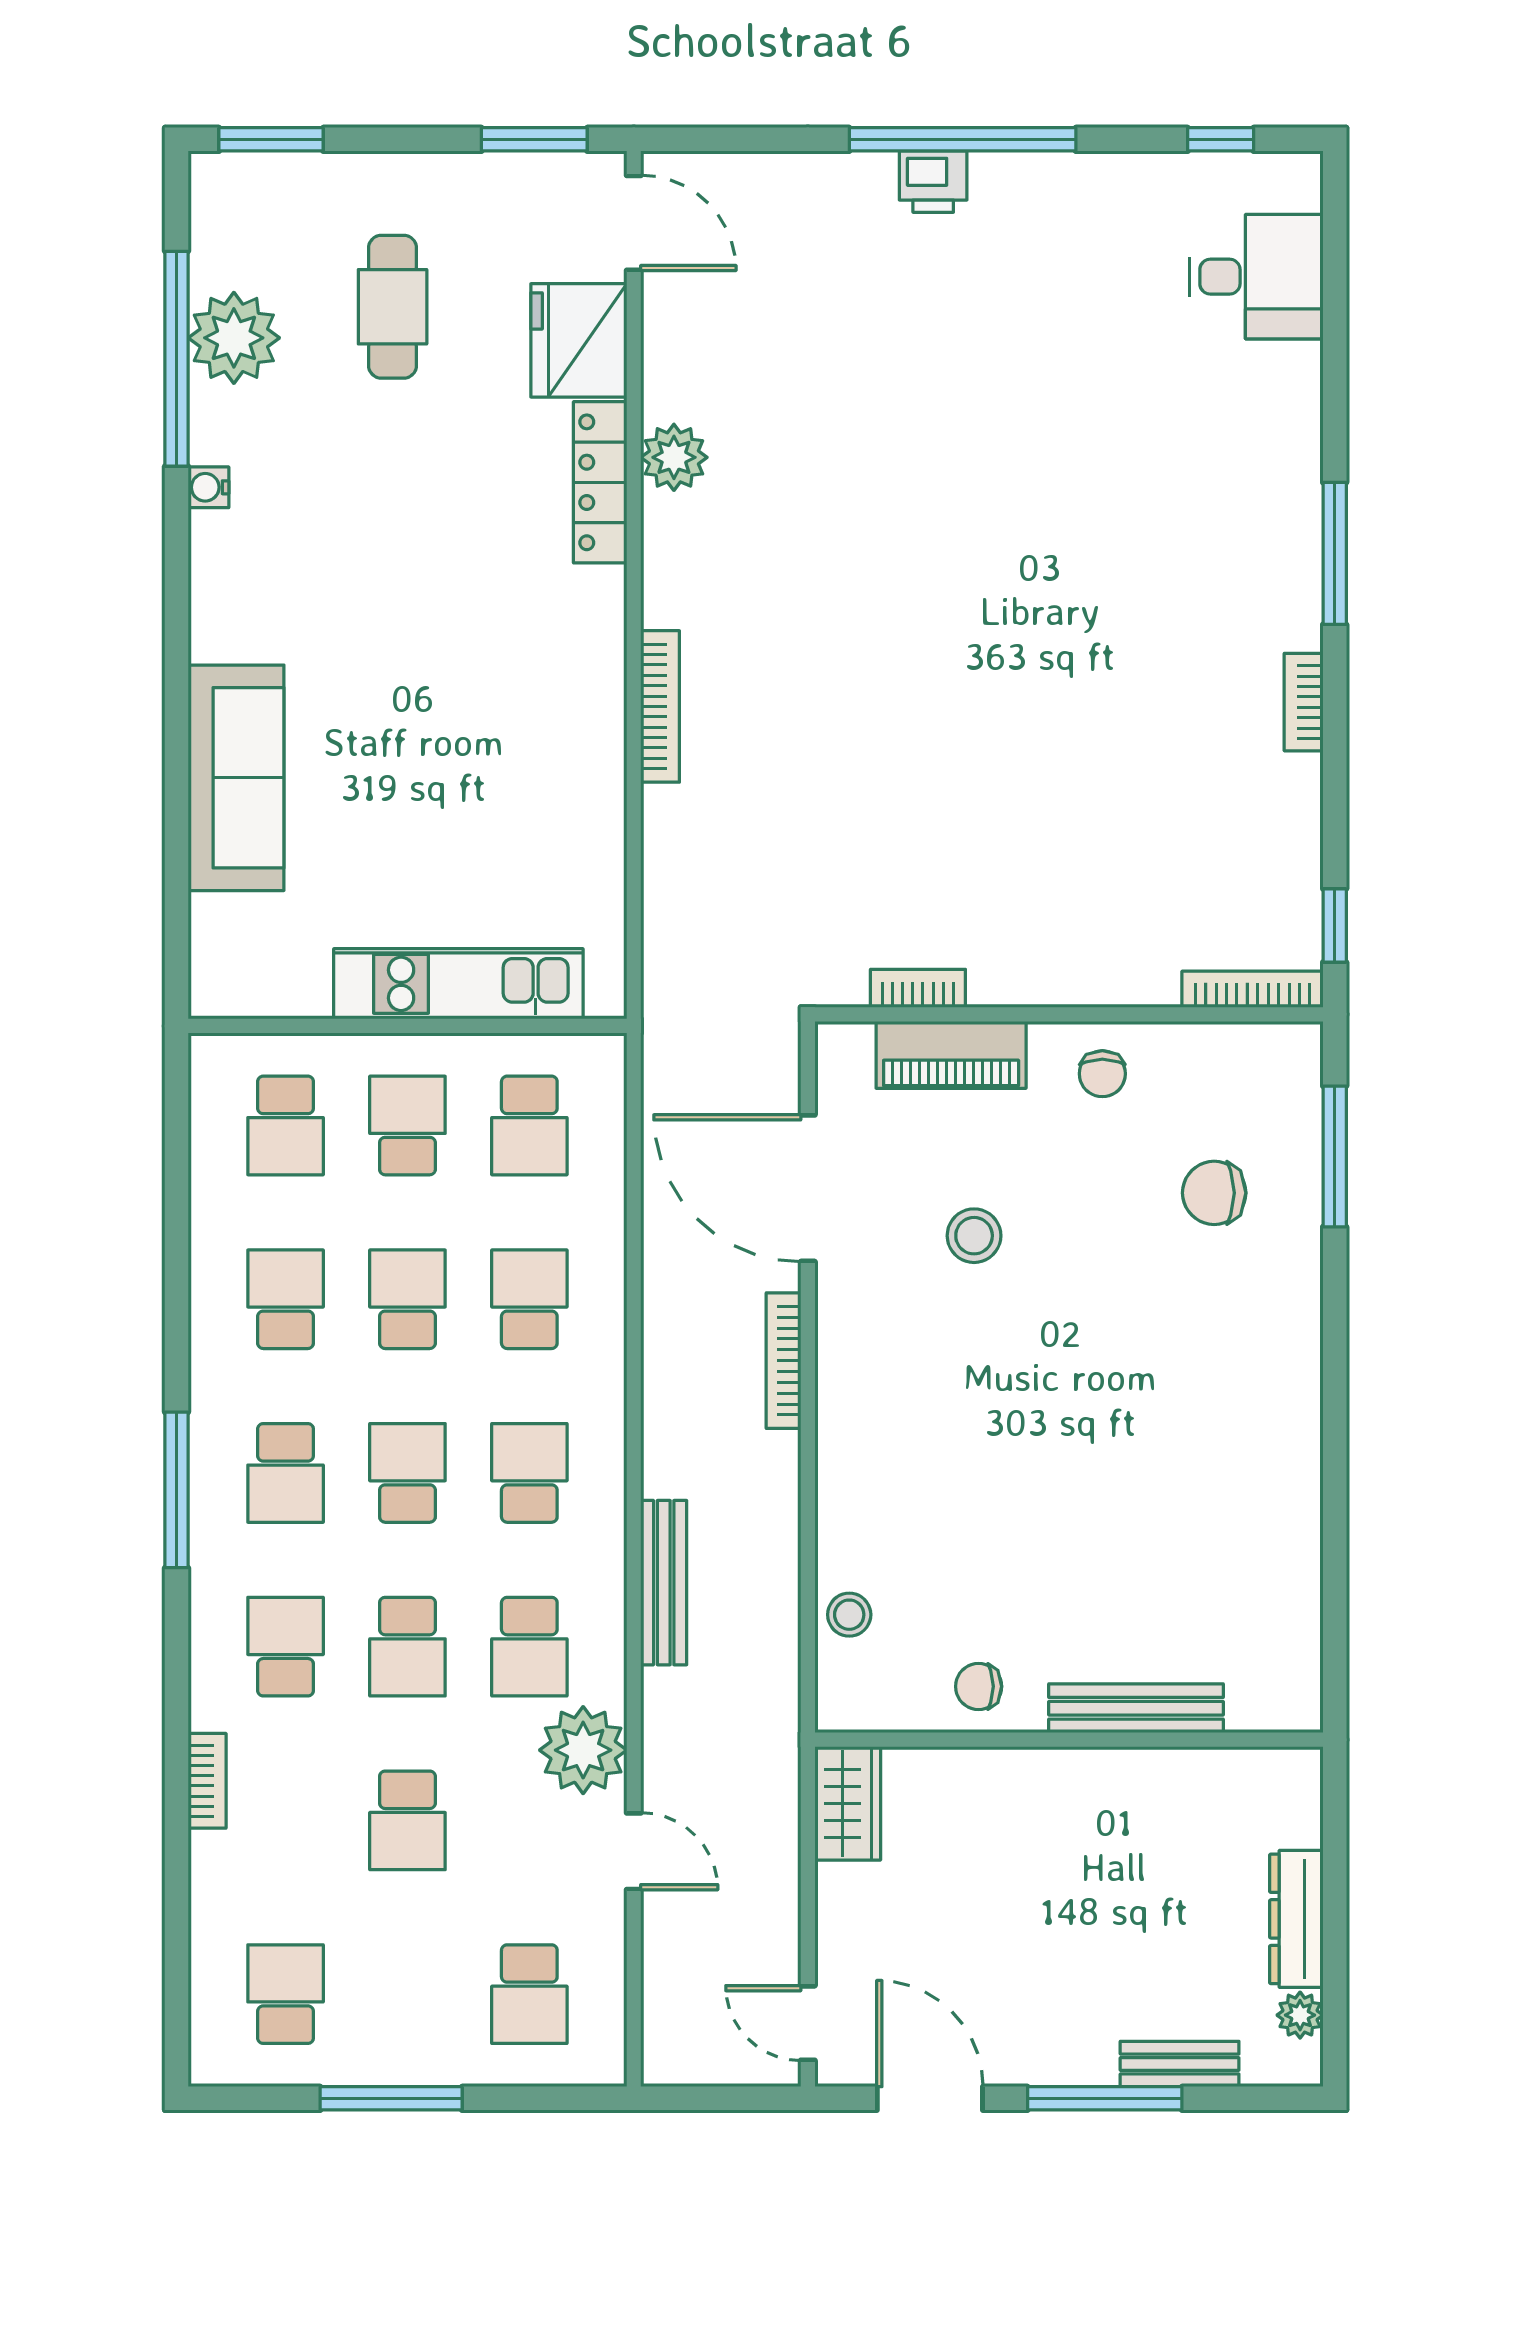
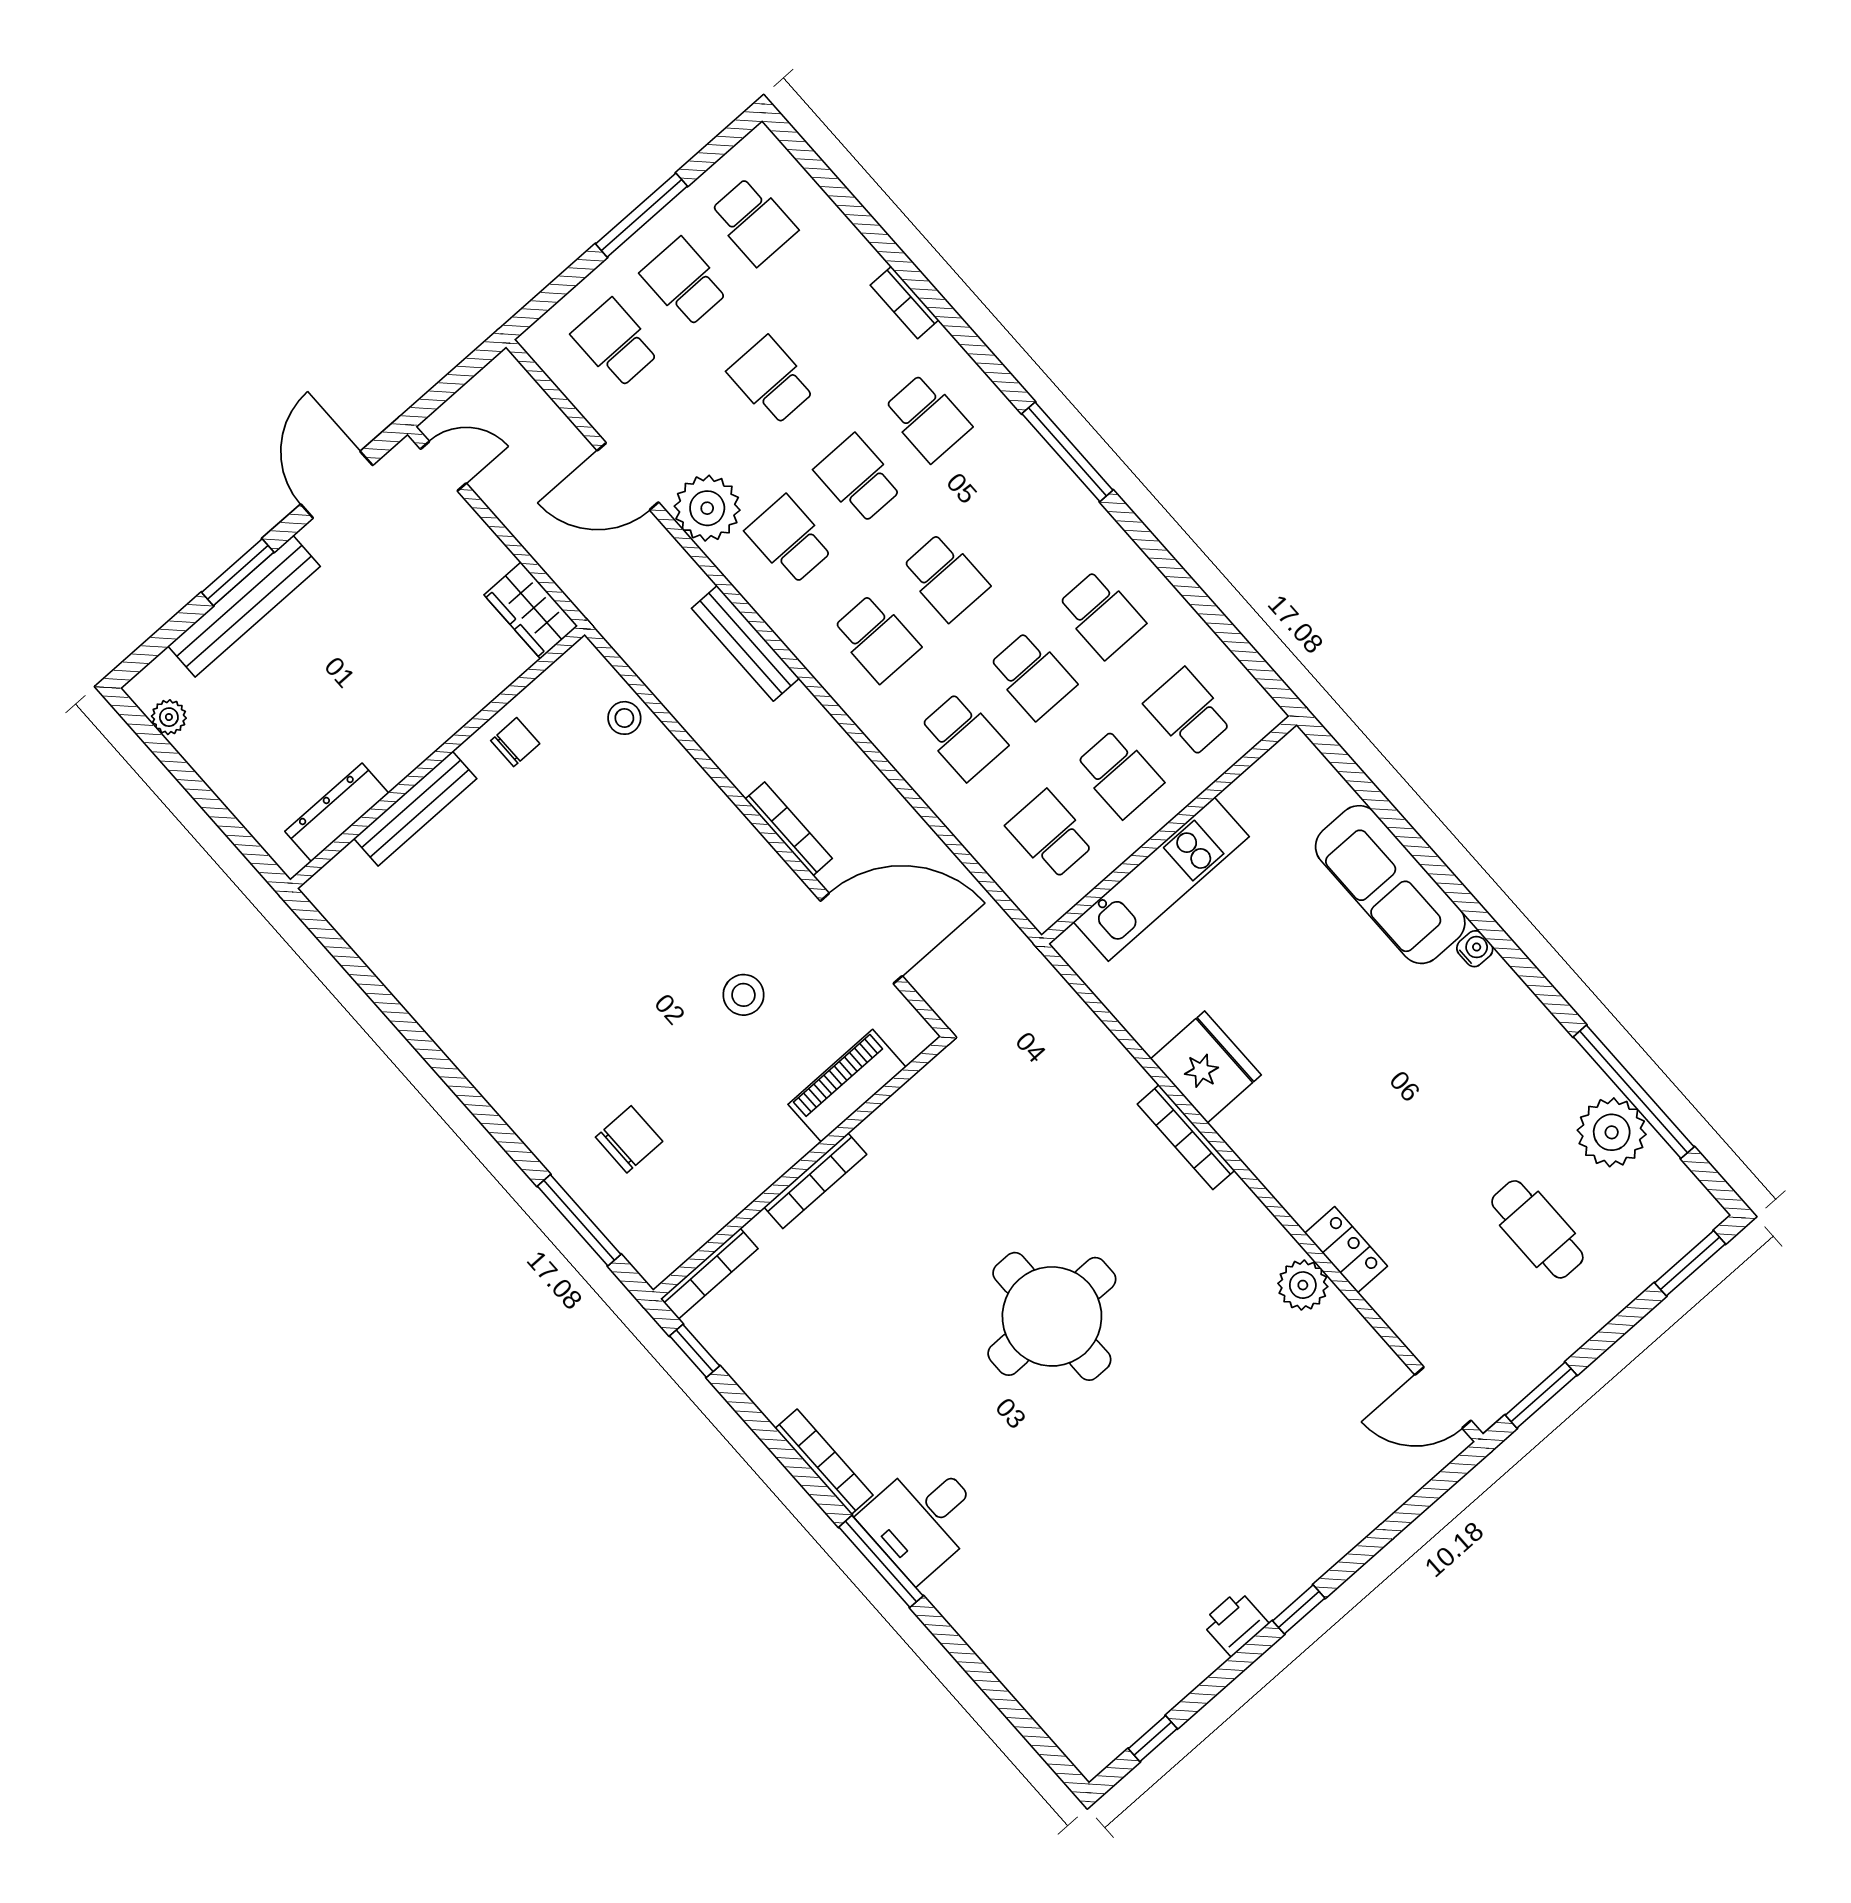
window: (963, 139) -> (1299, 1609), width x0.32
printer: (933, 182) -> (1235, 1623), moved
desk: (1256, 277) -> (923, 1519), moved
fridge: (579, 340) -> (1206, 1067), moved
locker: (600, 482) -> (1346, 1250), width x0.66
water cooler: (208, 487) -> (1475, 949), moved
round table: (950, 646) -> (1052, 1316), added
bookcase: (1304, 702) -> (824, 1462), width x1.56
bookcase: (918, 988) -> (815, 1181), moved, width x1.56
chair: (1102, 1074) -> (752, 1151), removed
school desk: (286, 1473) -> (684, 282), moved
door: (634, 1851) -> (628, 476), width x1.38
dresser: (1296, 1919) -> (337, 812), moved, turned -90
bench: (1180, 2064) -> (244, 606), width x1.86, depth x1.21
door: (930, 2098) -> (337, 485), swing flipped
window: (1105, 2098) -> (238, 572), width x0.69

